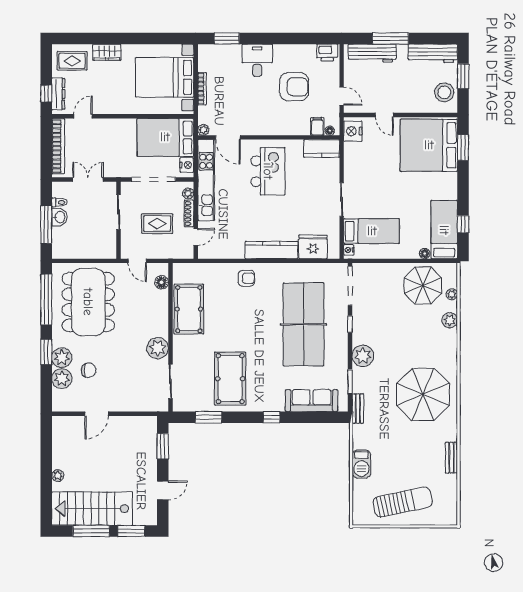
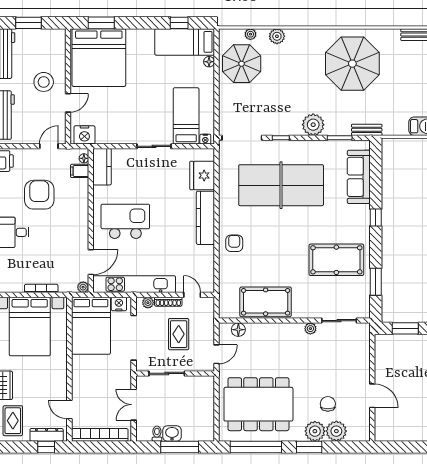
stool: (444, 92) -> (44, 82), moved
plant: (158, 348) -> (310, 329), width x0.53, depth x0.53

